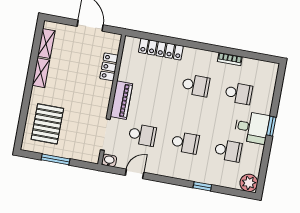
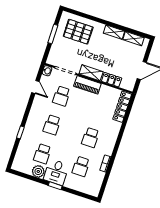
locker: (161, 49) -> (122, 107), moved
shelving: (103, 97) -> (91, 73), added
plant: (249, 183) -> (38, 171), moved

